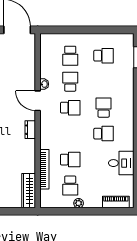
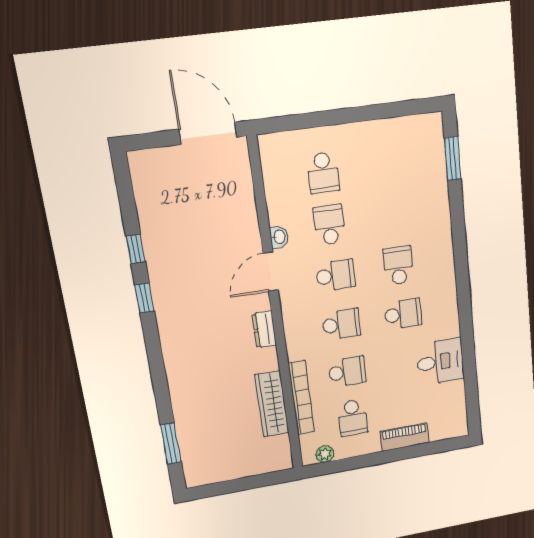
school desk: (104, 56) -> (341, 324), moved
door: (38, 101) -> (271, 272), hinge flipped
wardrobe: (29, 191) -> (272, 404), moved
piano: (116, 202) -> (405, 437), moved
plant: (79, 203) -> (325, 454), moved

